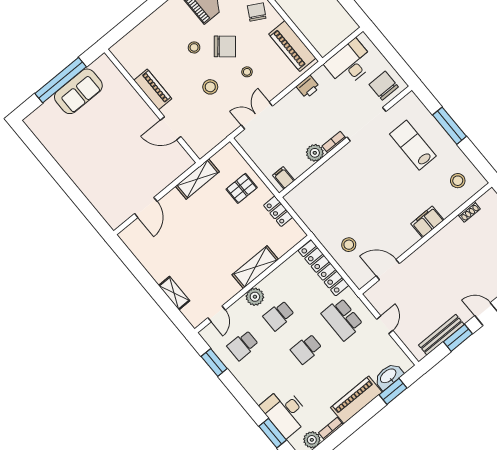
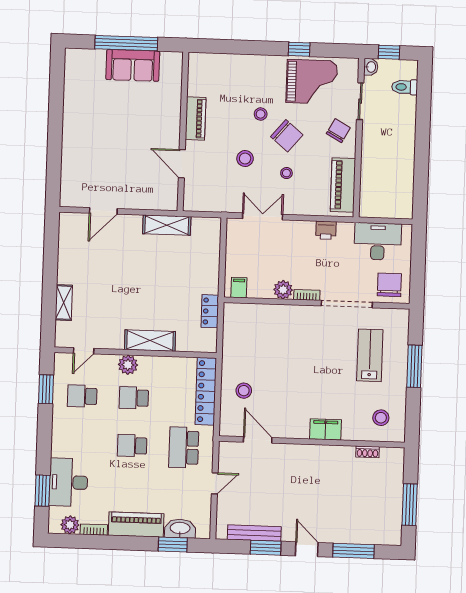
pallet: (242, 188) -> (196, 265), removed

